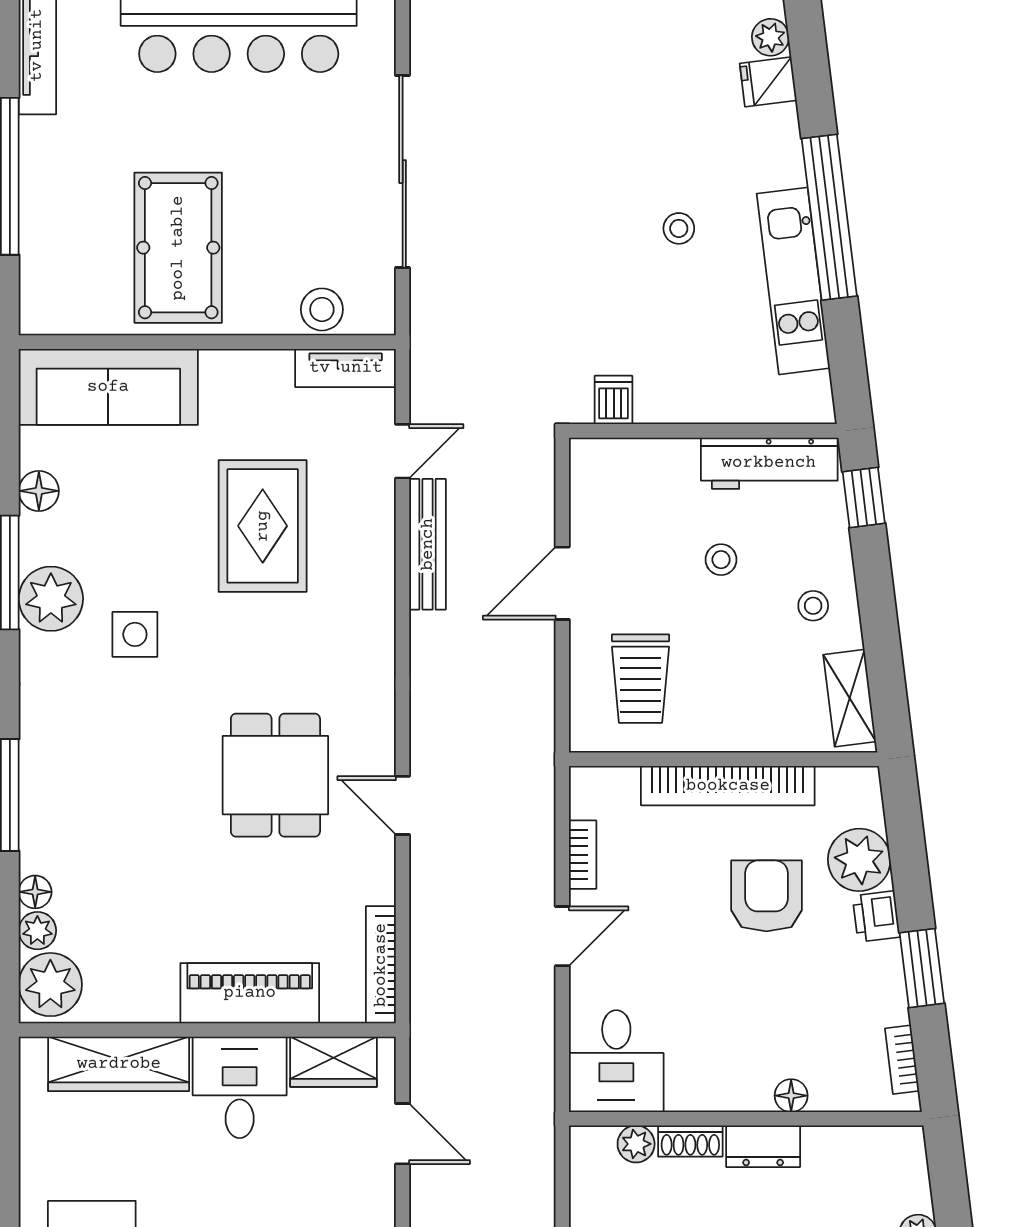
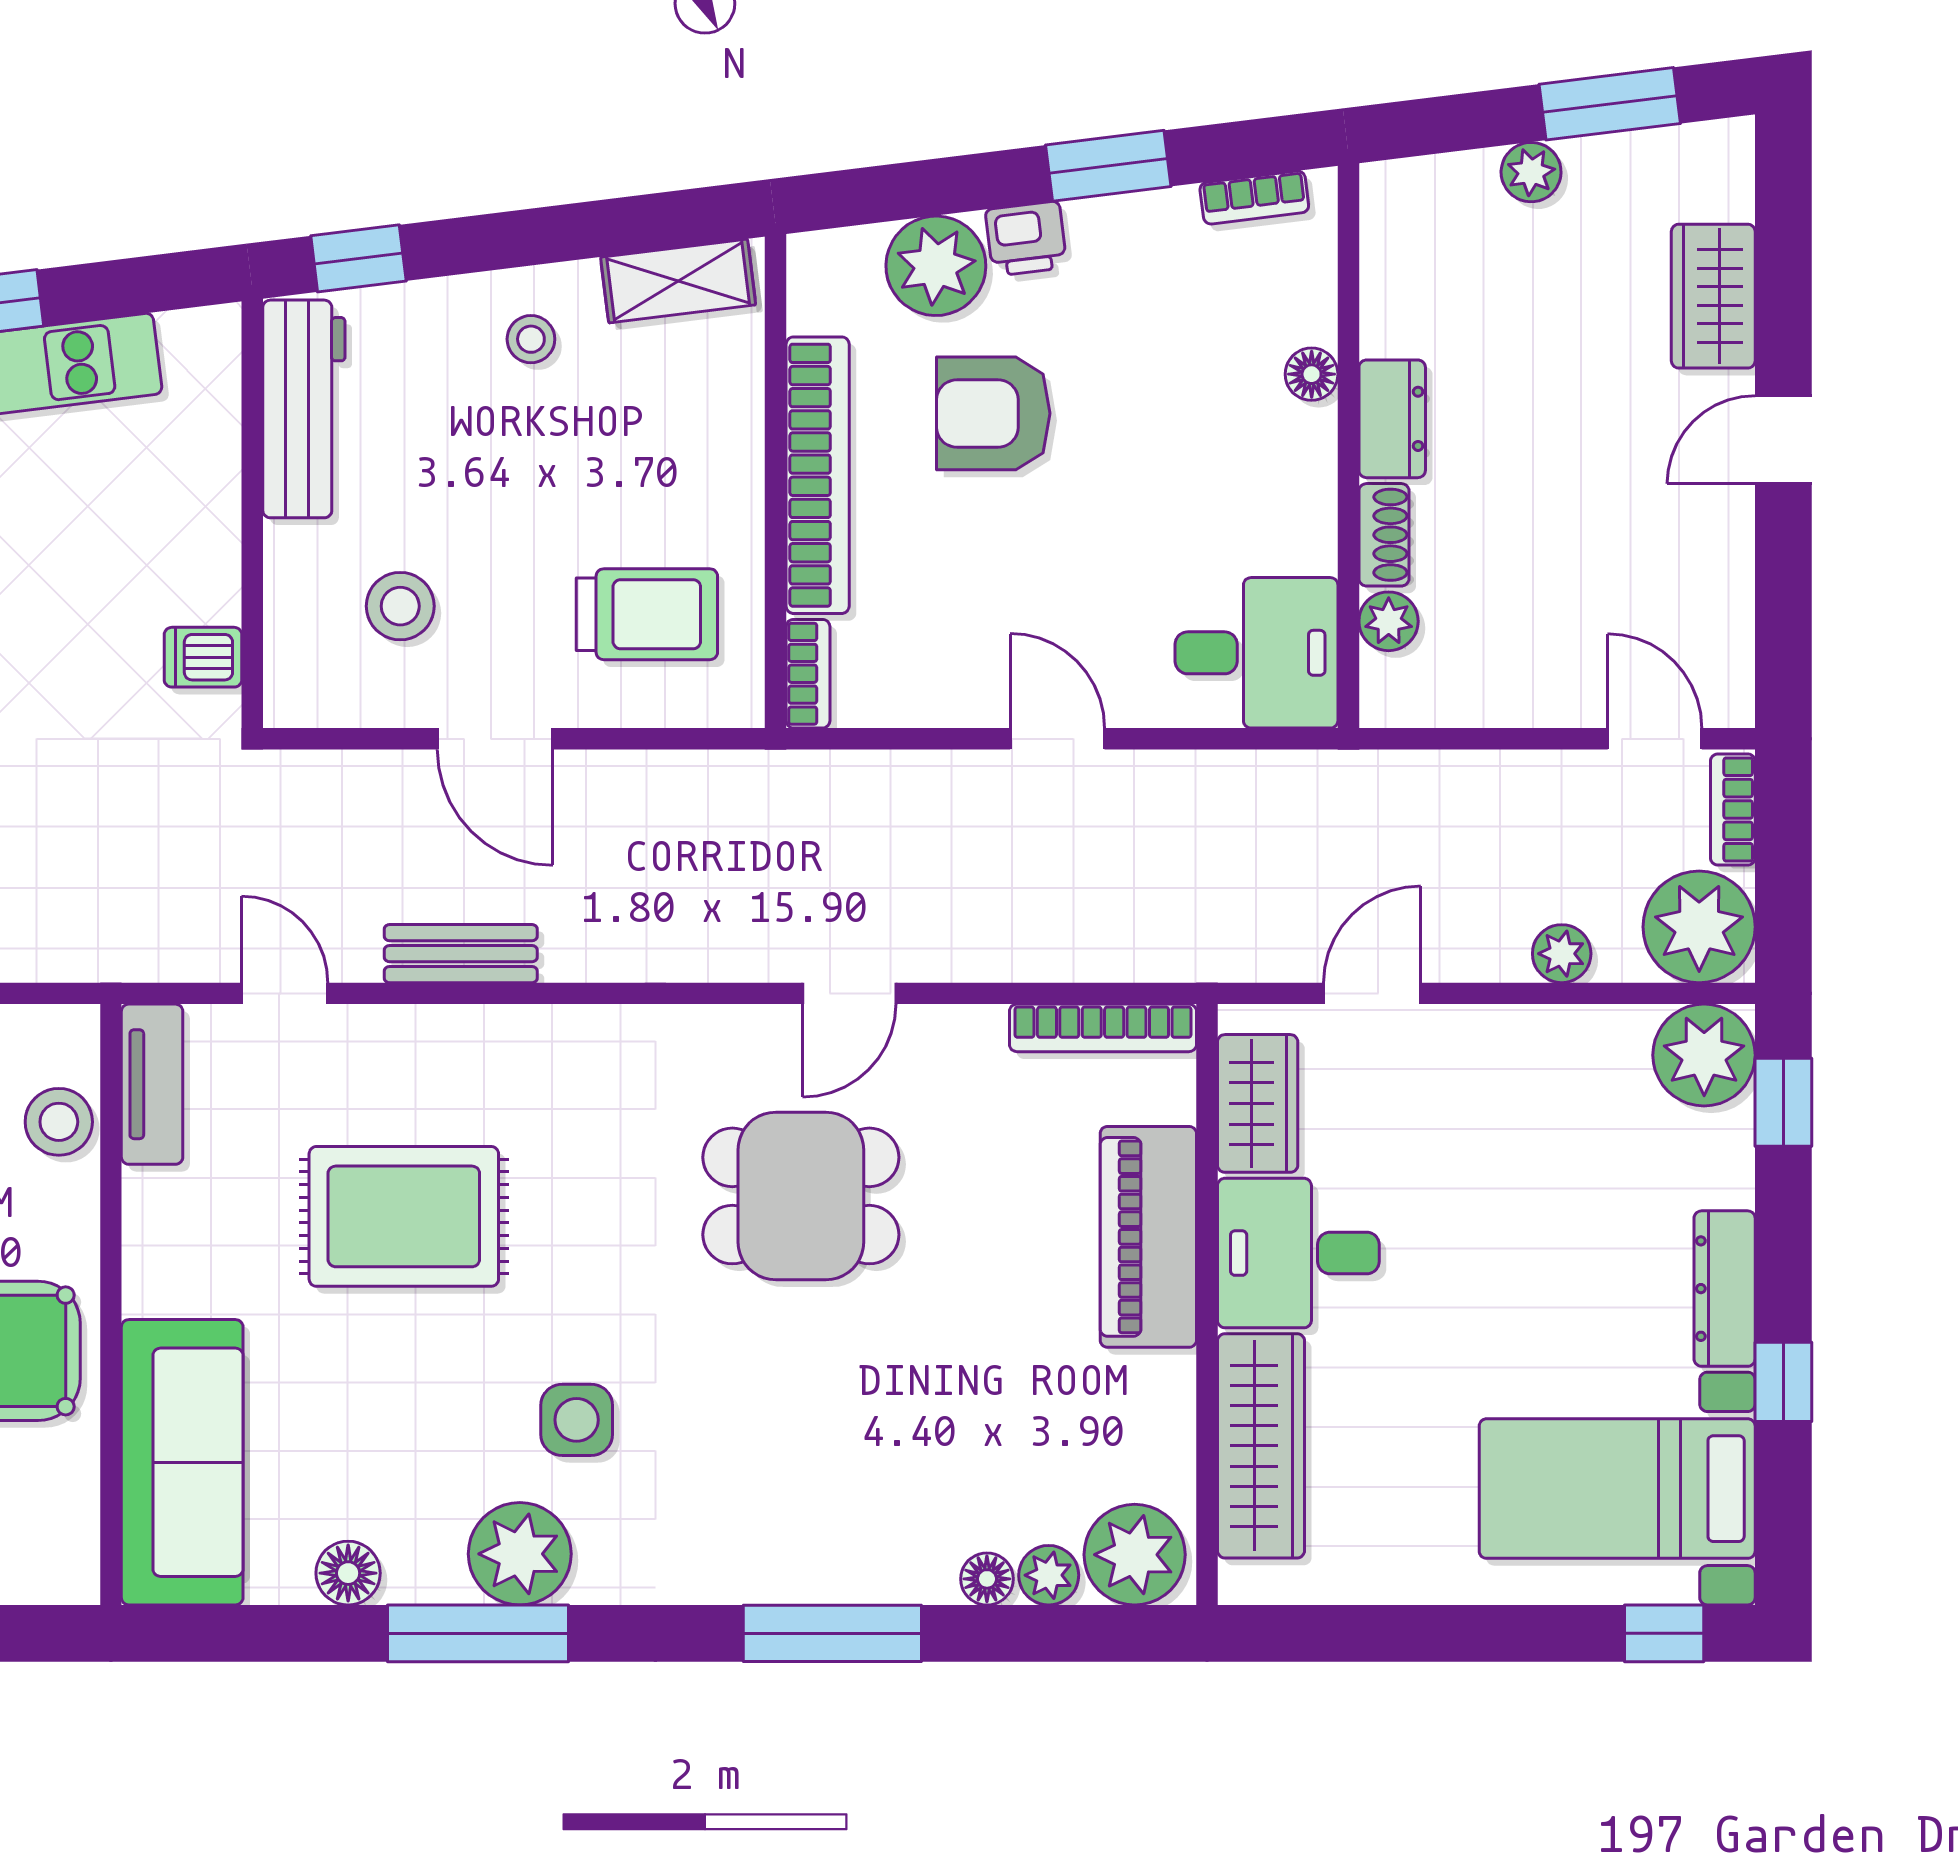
bench: (428, 544) -> (461, 954), width x0.73
stool: (721, 560) -> (400, 606), moved, width x1.37, depth x1.37
bookcase: (583, 855) -> (808, 674), moved, turned 90

